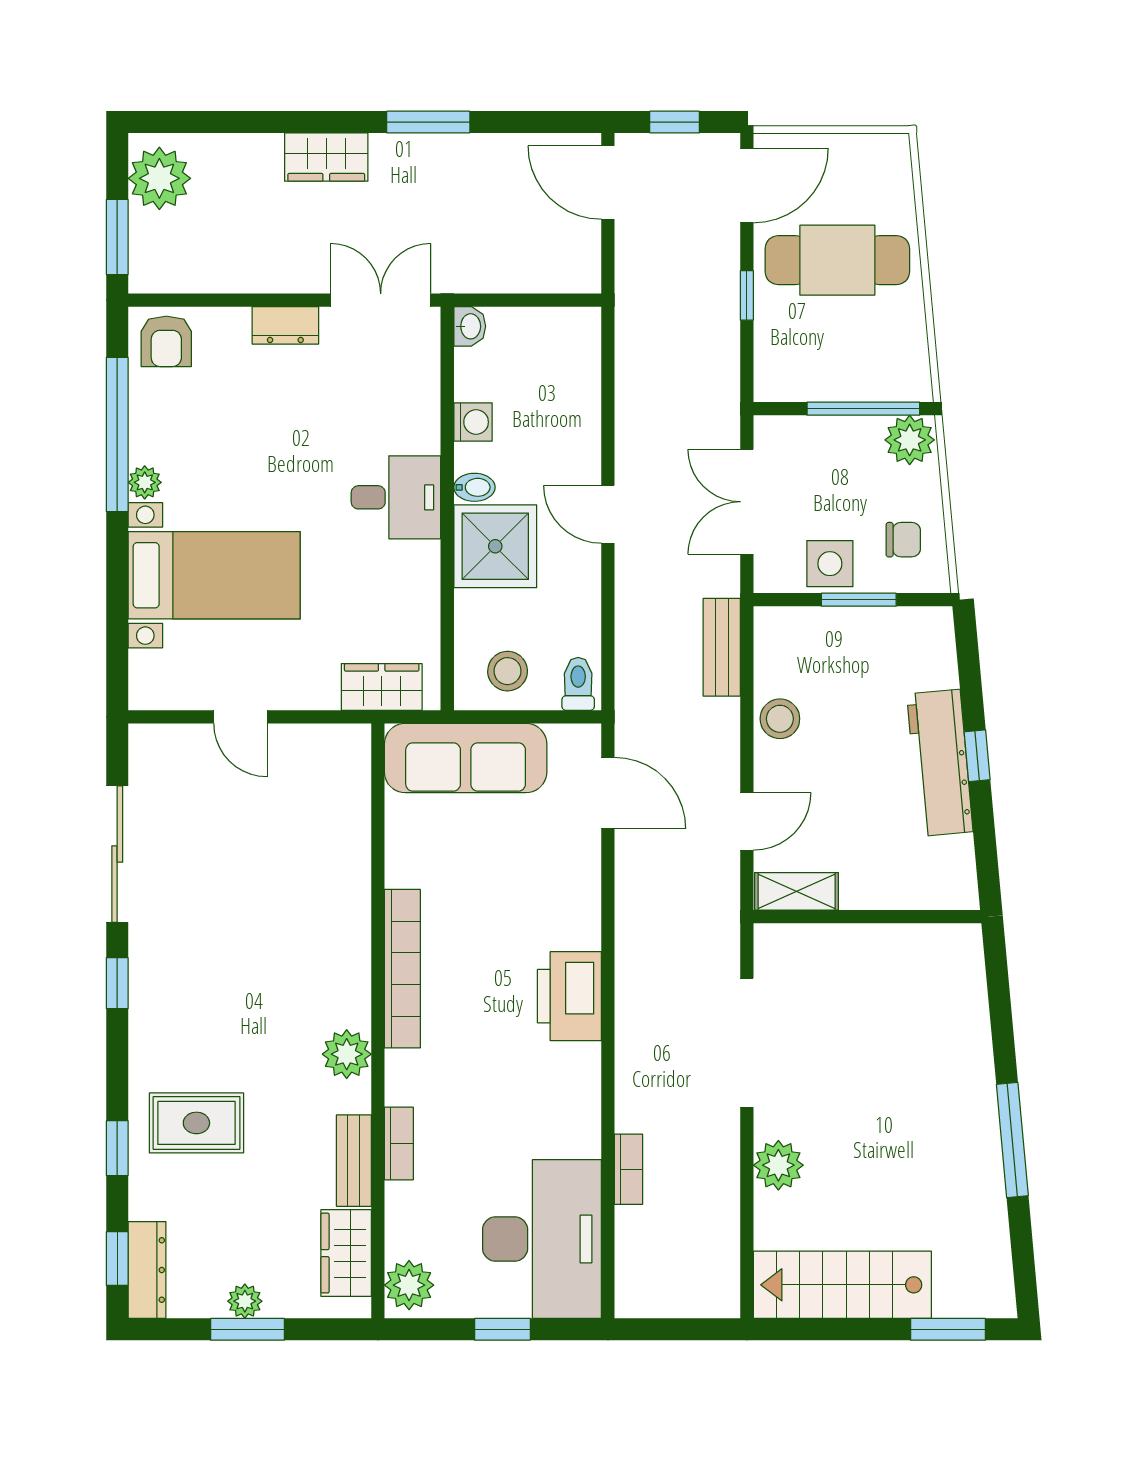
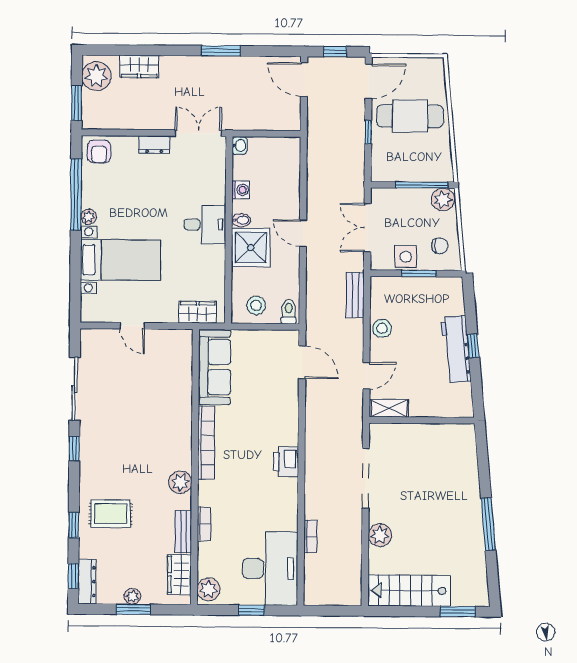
wardrobe: (326, 157) -> (139, 66), moved
sofa: (466, 758) -> (214, 367), moved, turned -90
printer: (569, 996) -> (286, 462), width x0.73, depth x0.84

